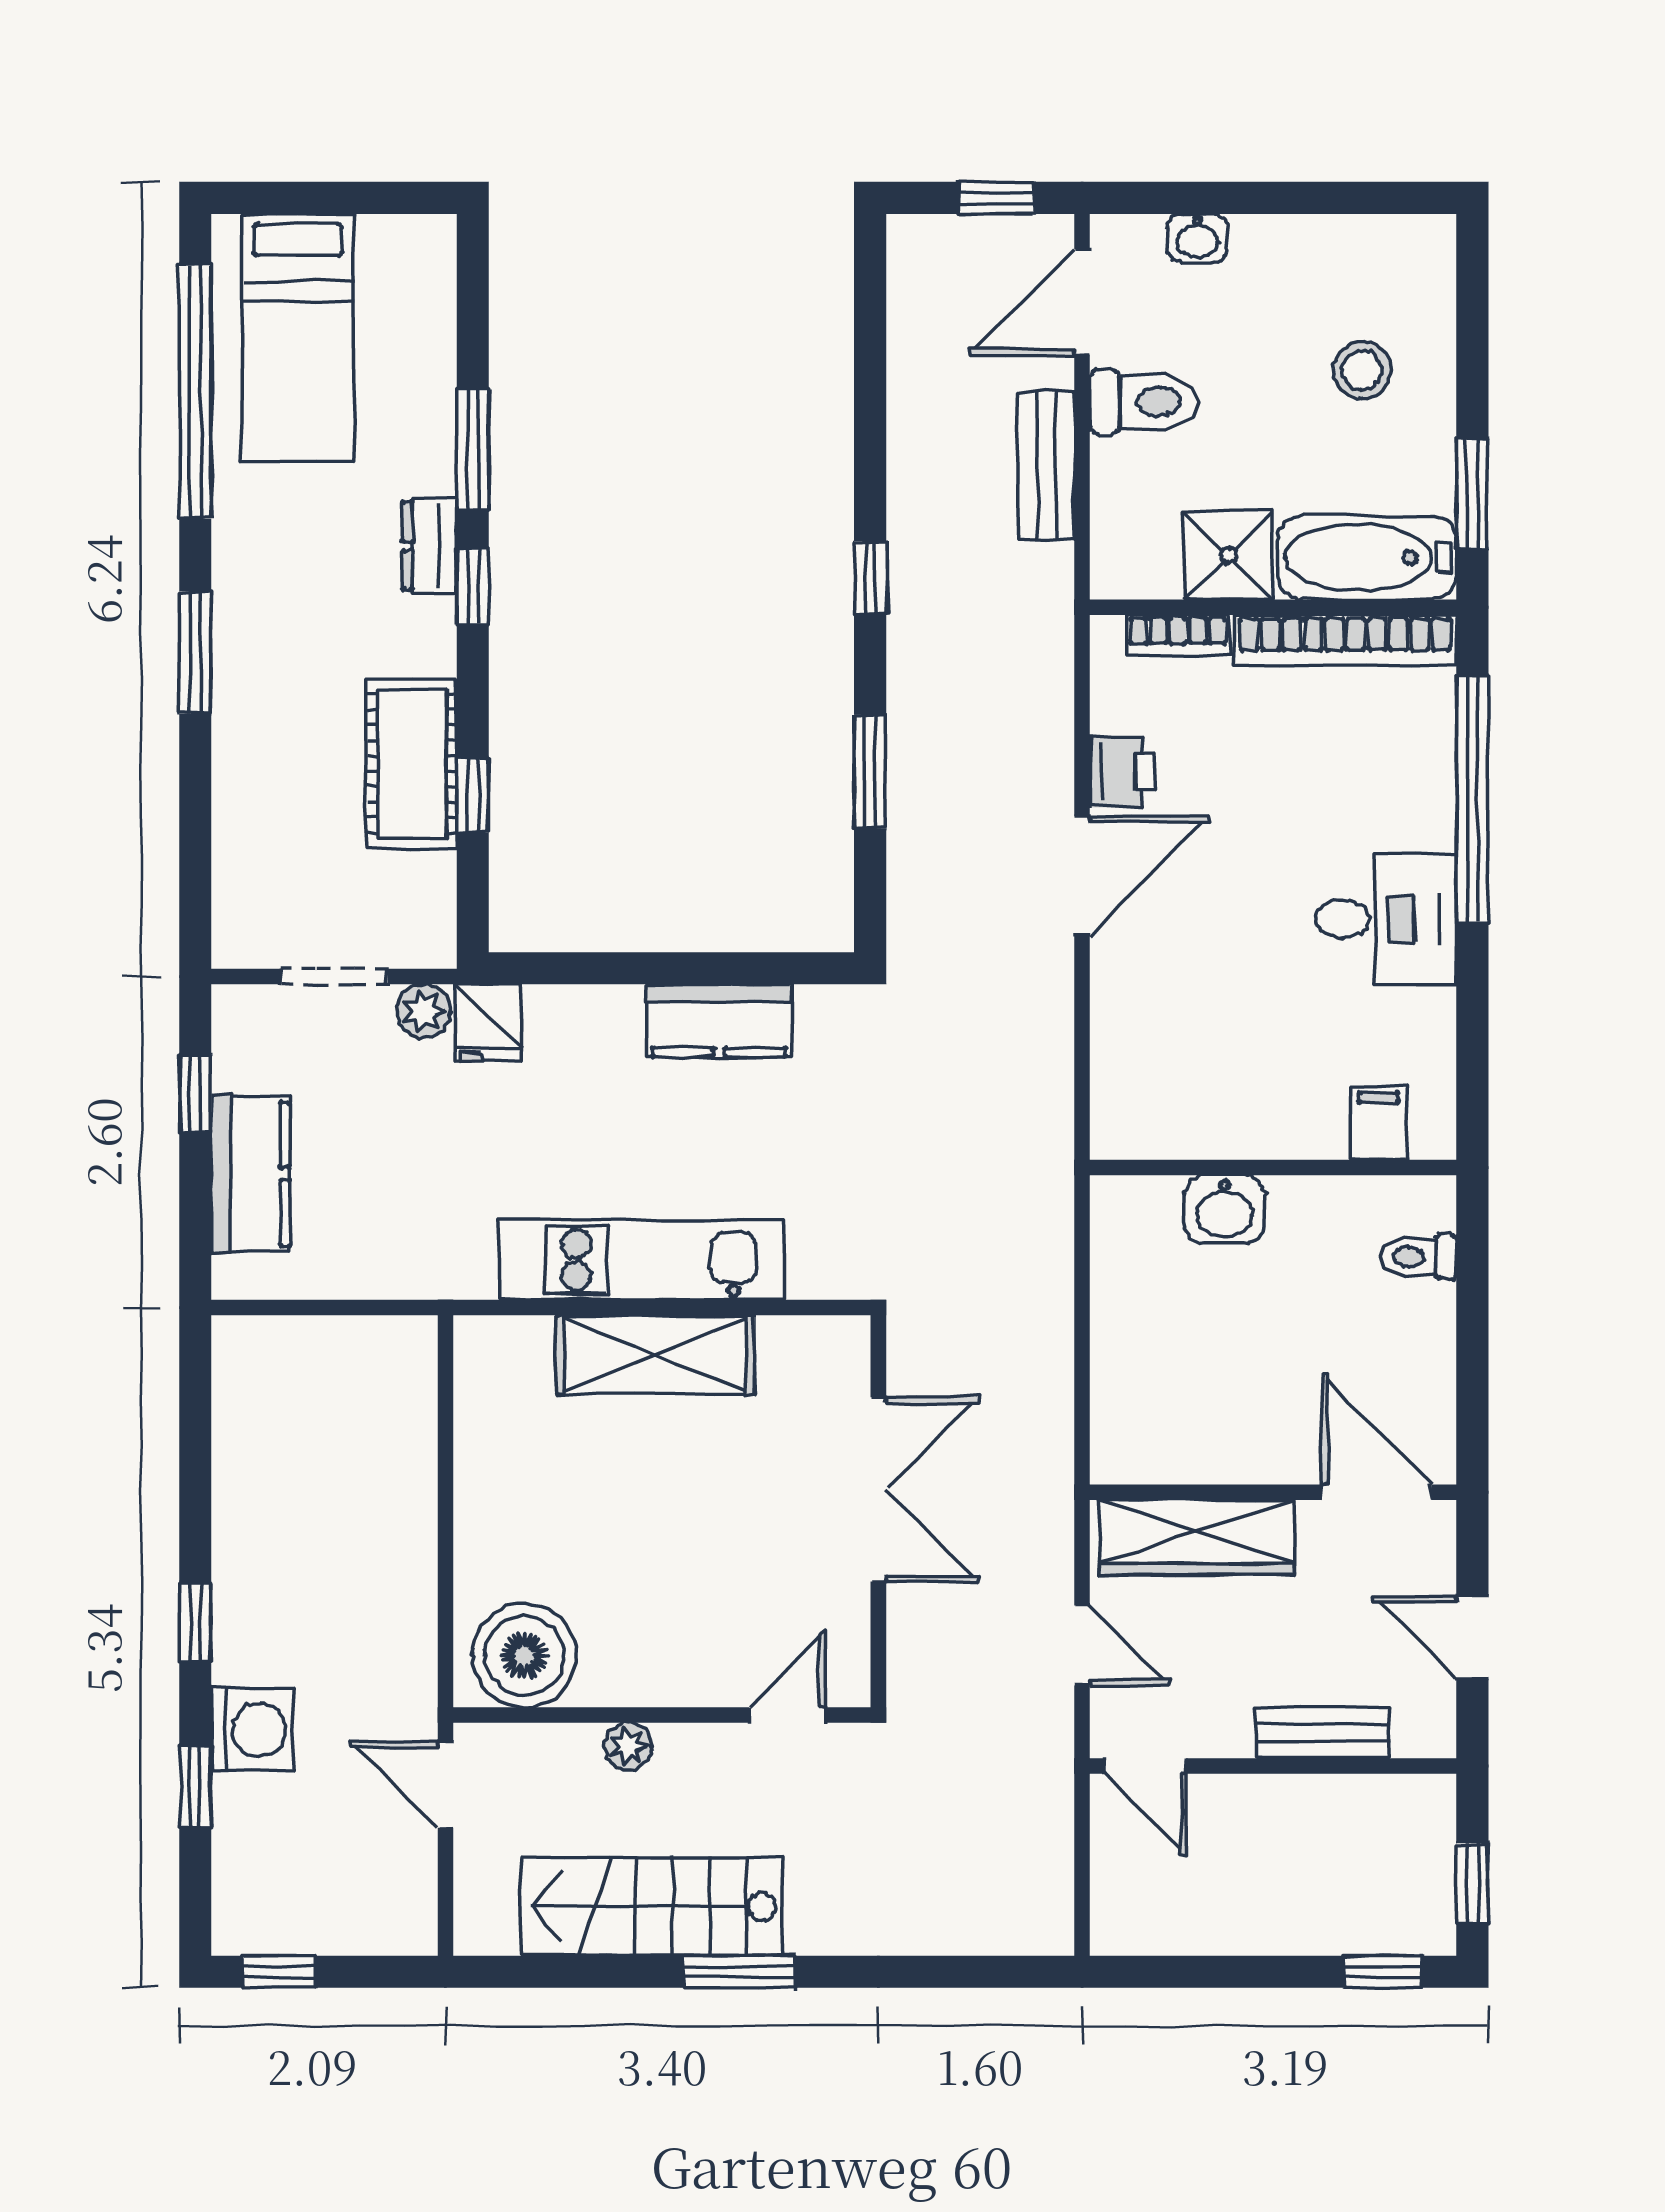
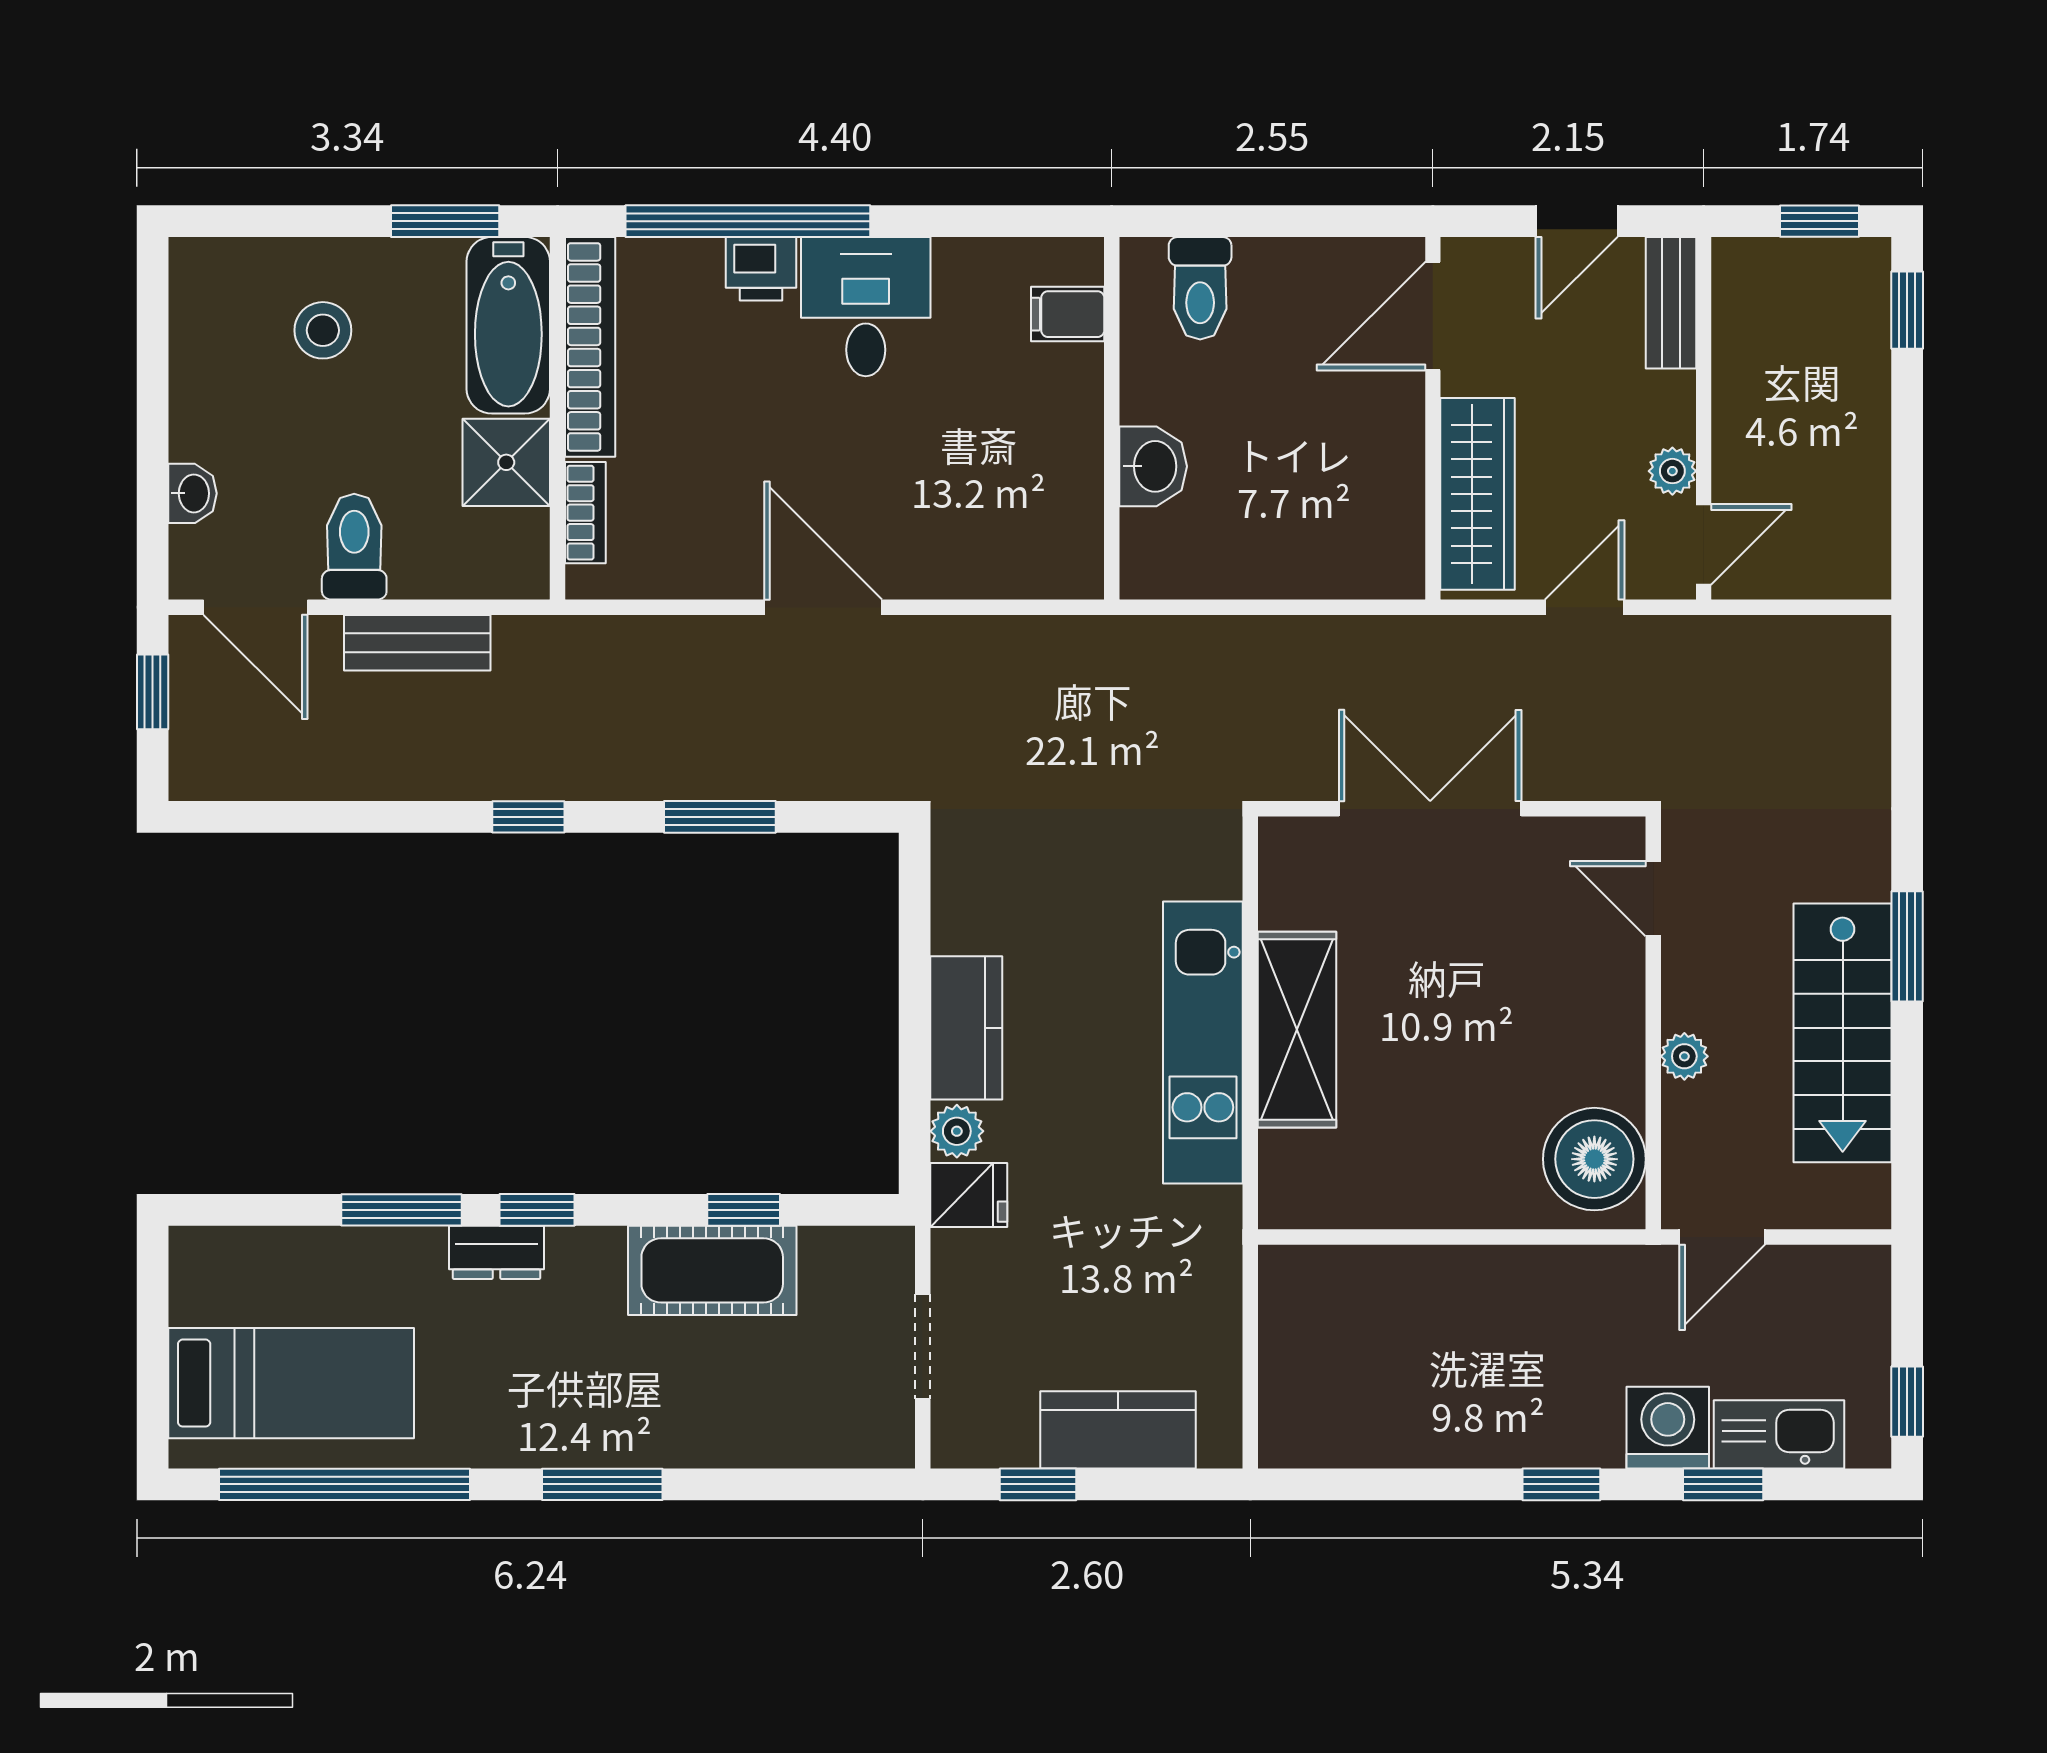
printer: (1122, 772) -> (761, 269), moved, turned 180
plant: (424, 1011) -> (957, 1131), moved
kitchen counter: (719, 1020) -> (966, 1028), moved
toilet: (1419, 1257) -> (1200, 288), width x1.37, depth x1.39
bench: (1323, 1733) -> (1671, 303), moved
plant: (1220, 1734) -> (1672, 471), added
kitchen sink: (246, 1842) -> (1779, 1434), added

